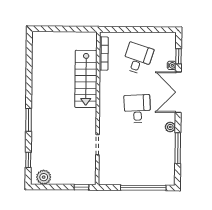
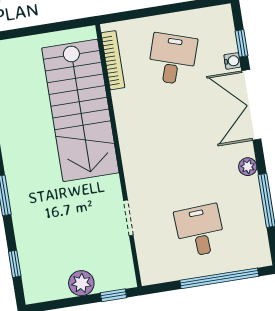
stairs: (86, 79) -> (80, 110), width x1.36, depth x1.51
desk: (137, 109) -> (200, 231), moved
plant: (44, 177) -> (81, 283), moved

